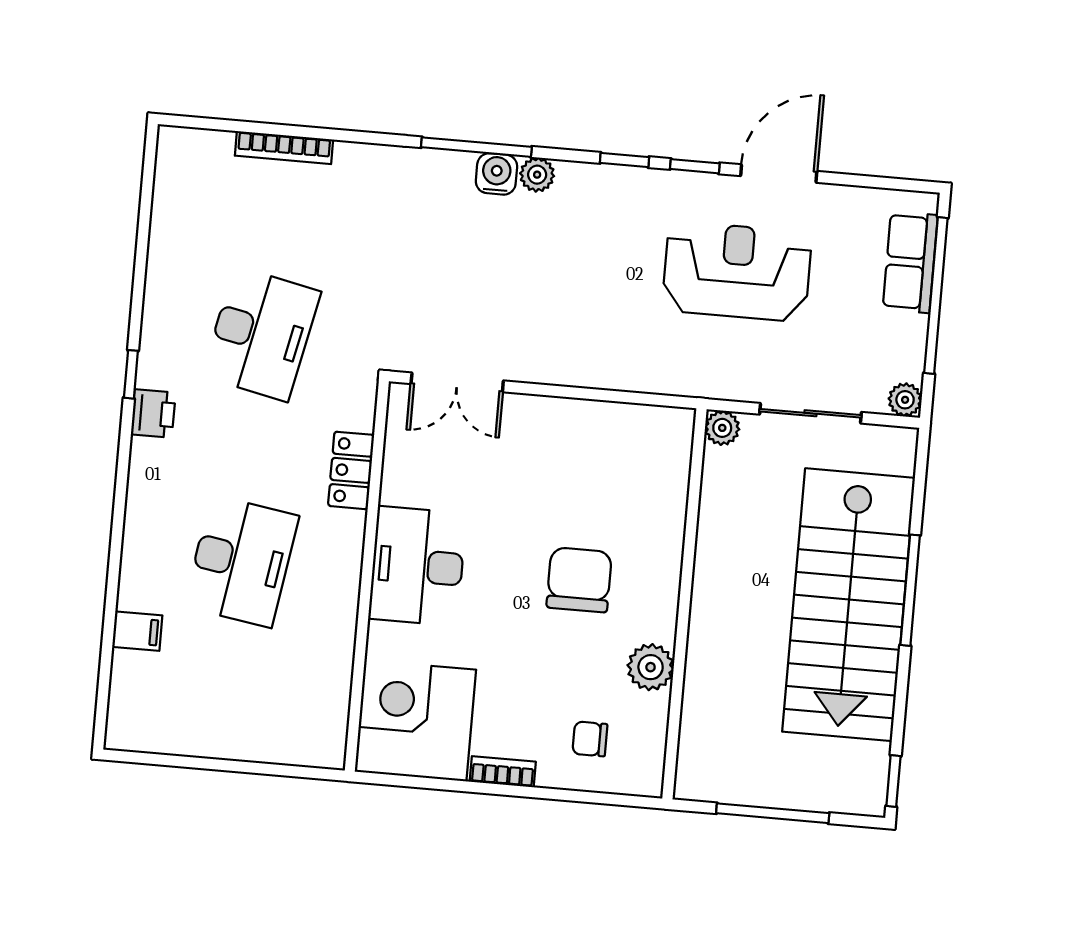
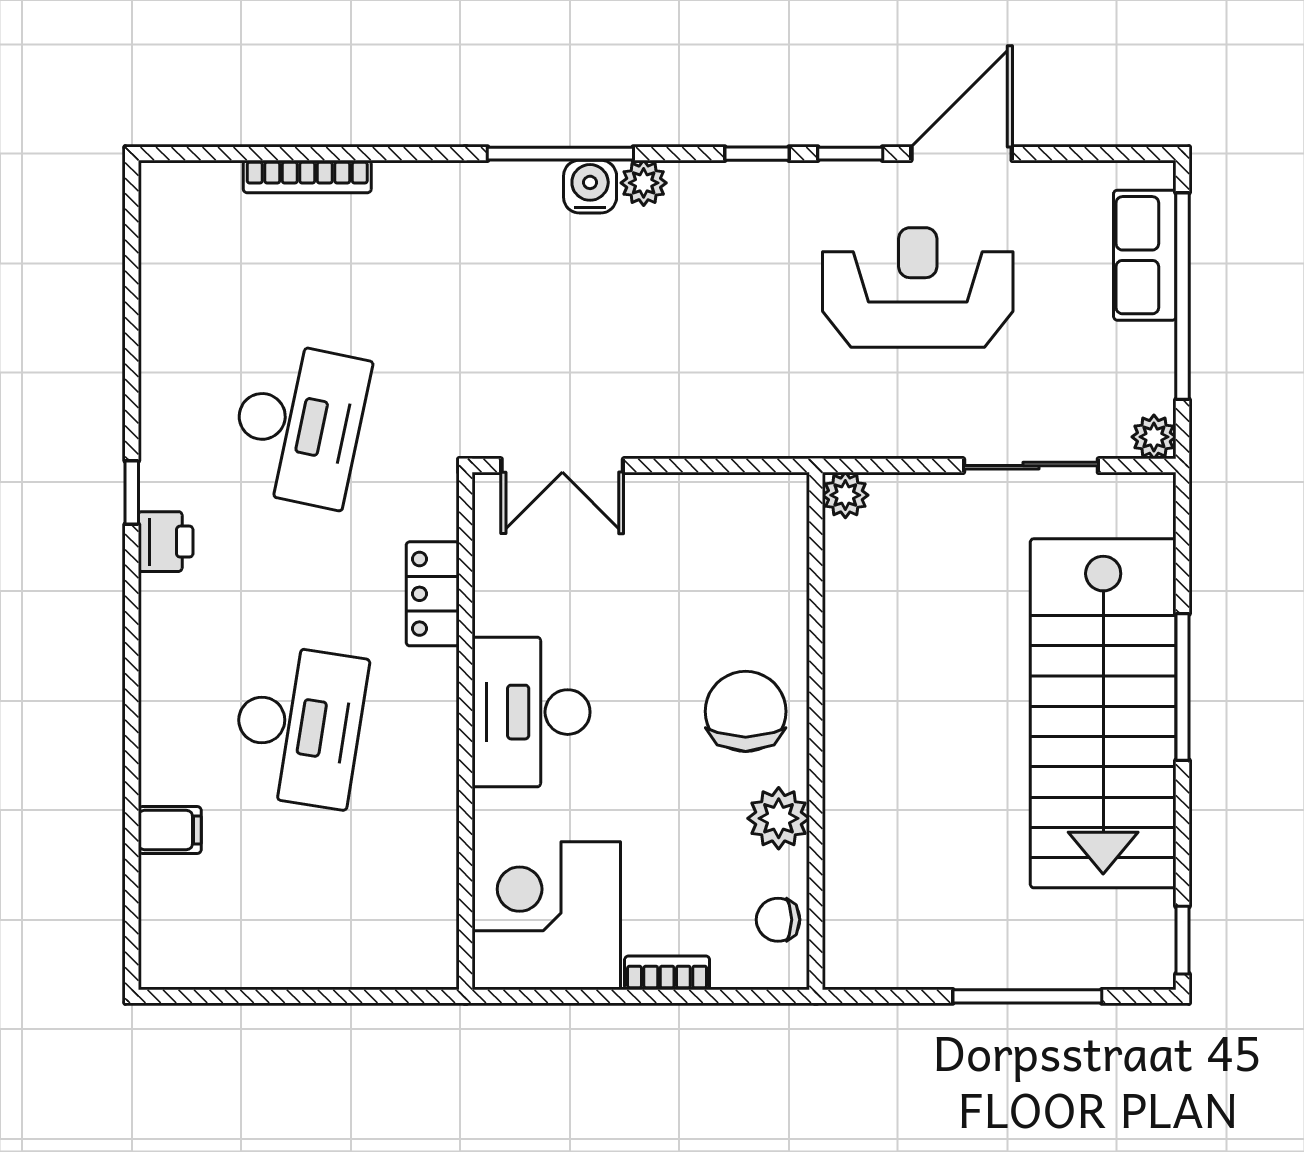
plant: (722, 428) -> (845, 495), moved
wall: (684, 604) -> (816, 731), moved
plant: (651, 667) -> (779, 818), moved

